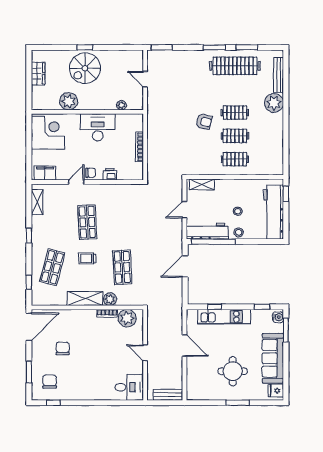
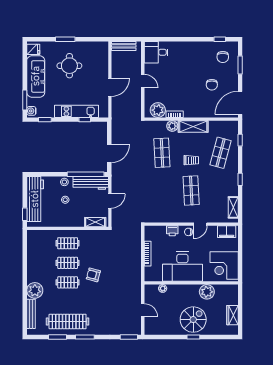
desk: (98, 127) -> (182, 267), width x1.36, depth x1.30
door: (184, 345) -> (110, 87), swing flipped

